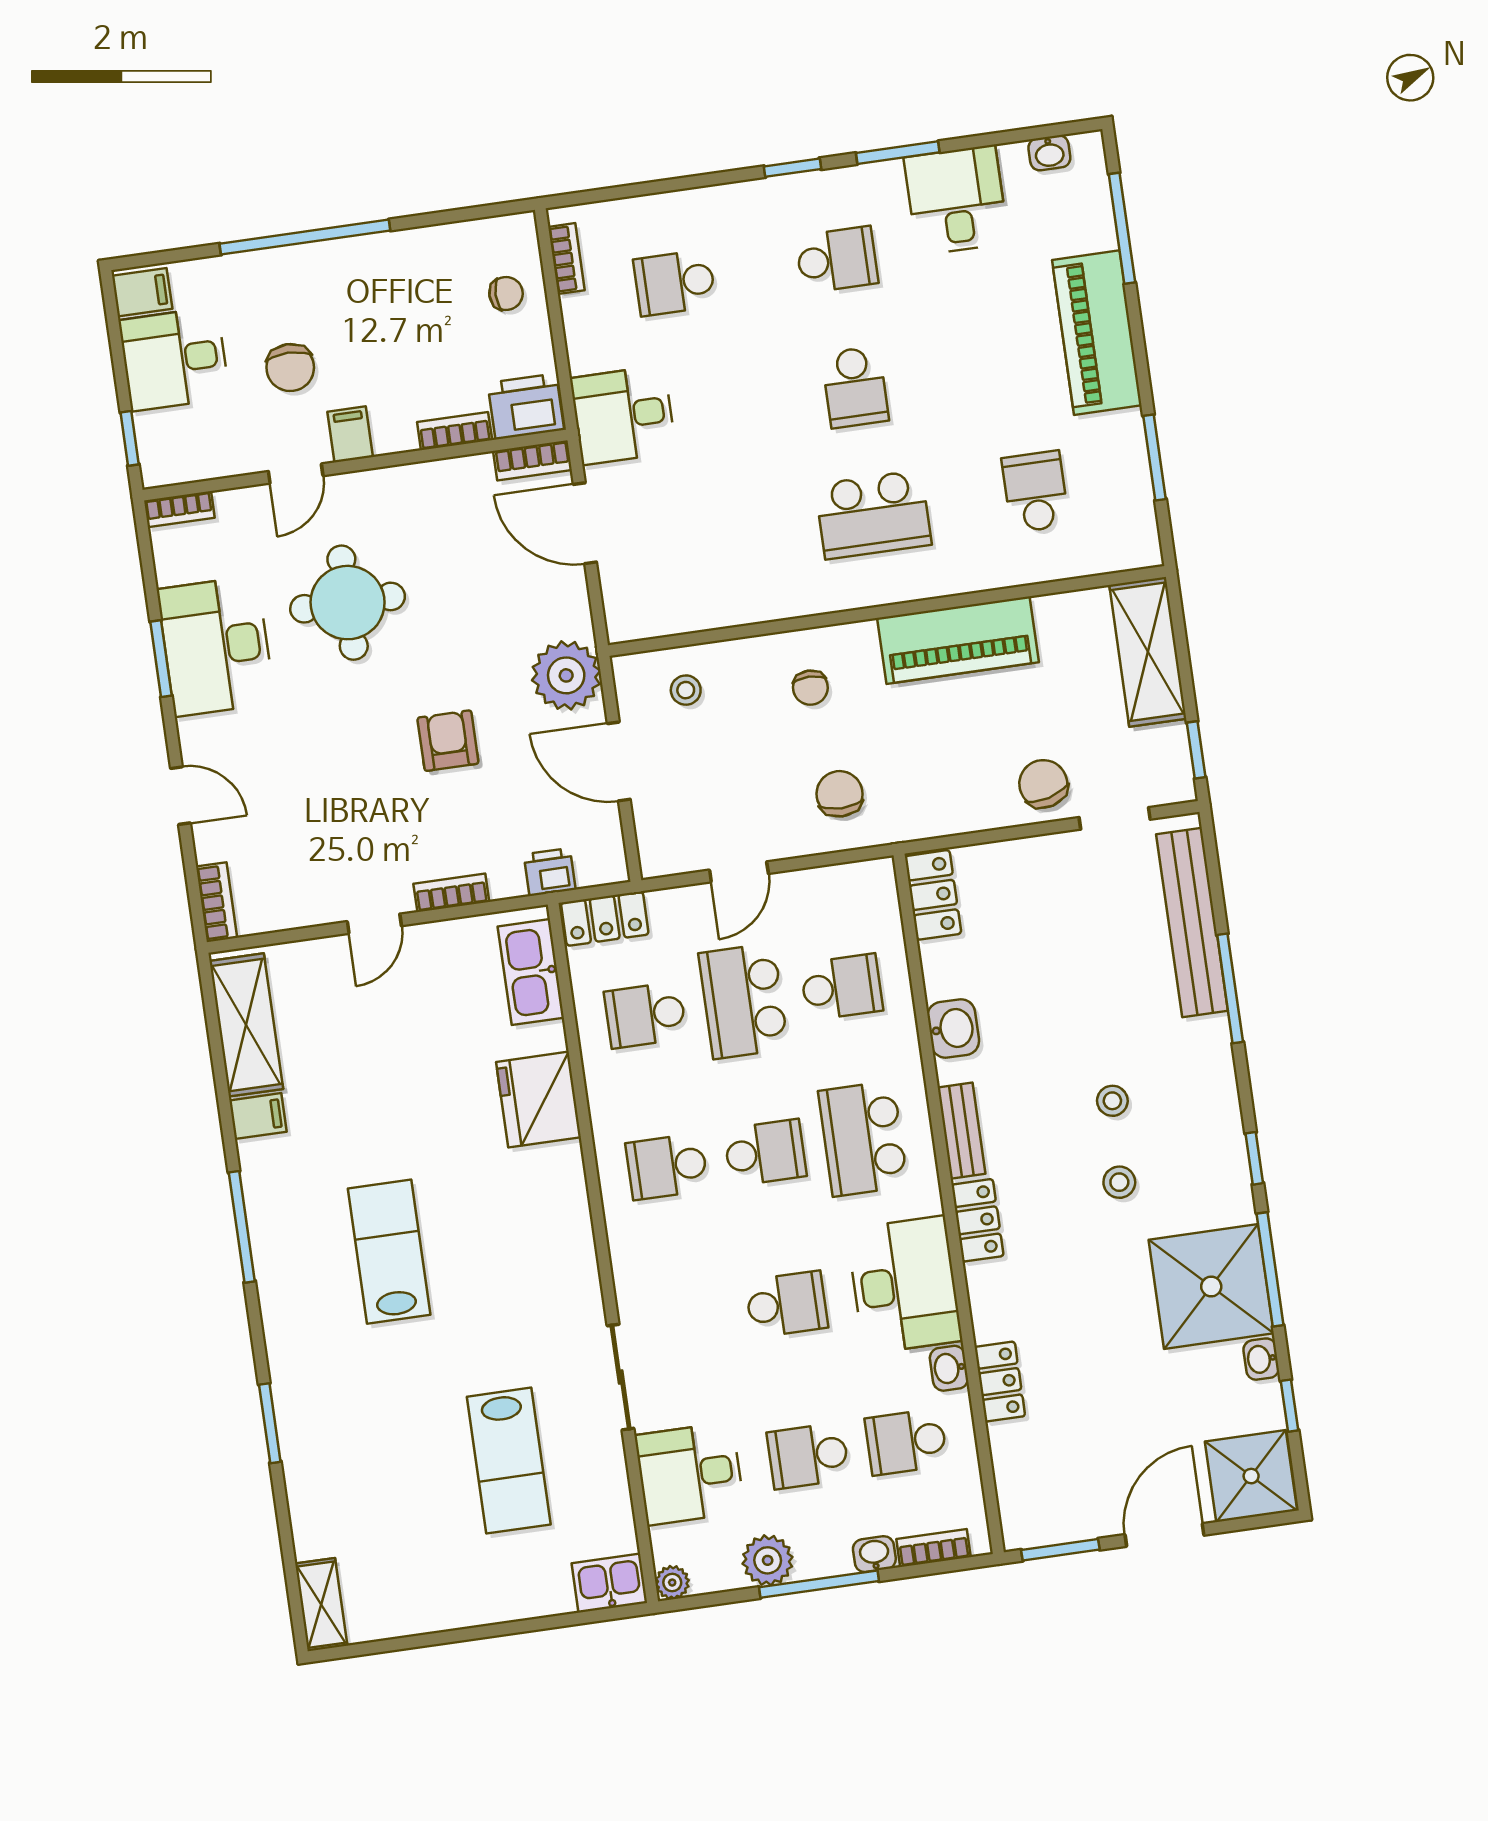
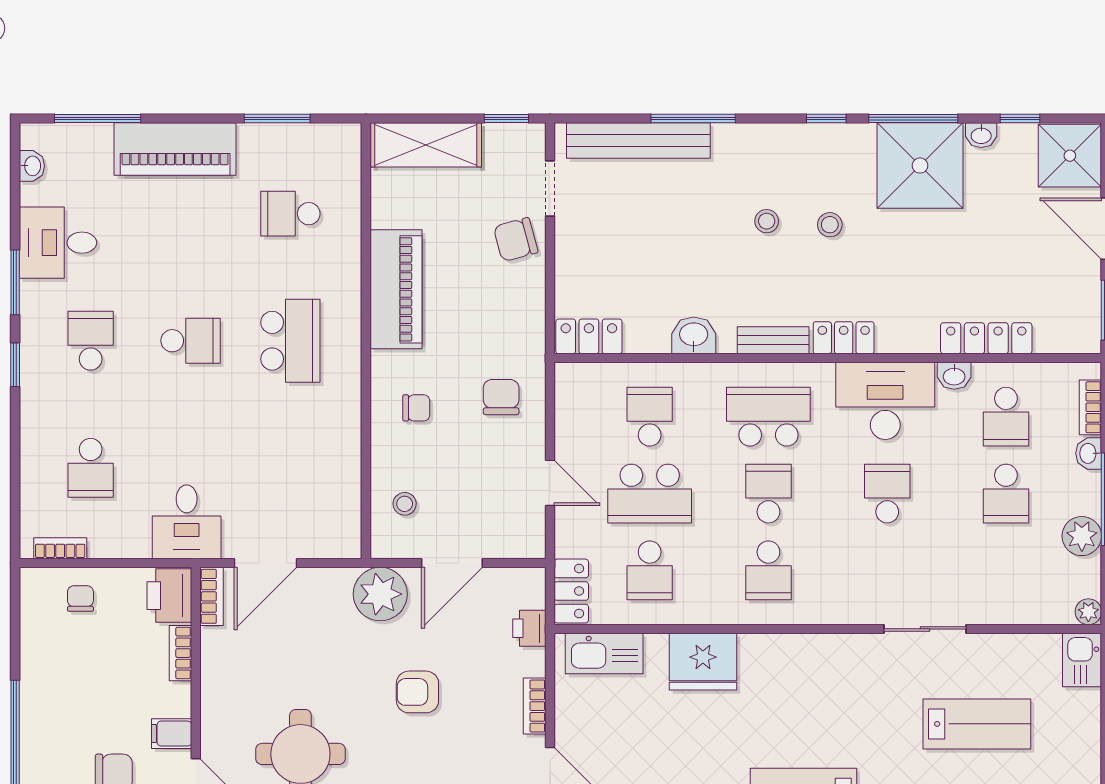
chair: (840, 794) -> (501, 397), turned 90
school desk: (863, 1139) -> (768, 417), turned 180
locker: (1000, 1382) -> (986, 338), width x1.53
desk: (690, 1474) -> (1007, 586), removed

